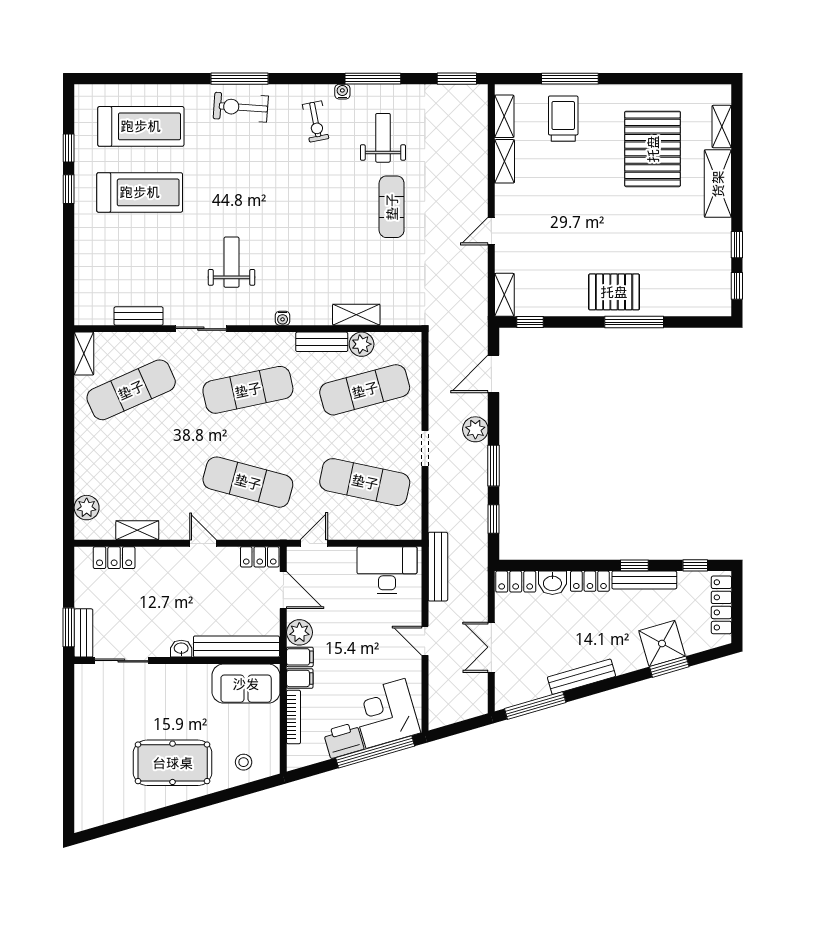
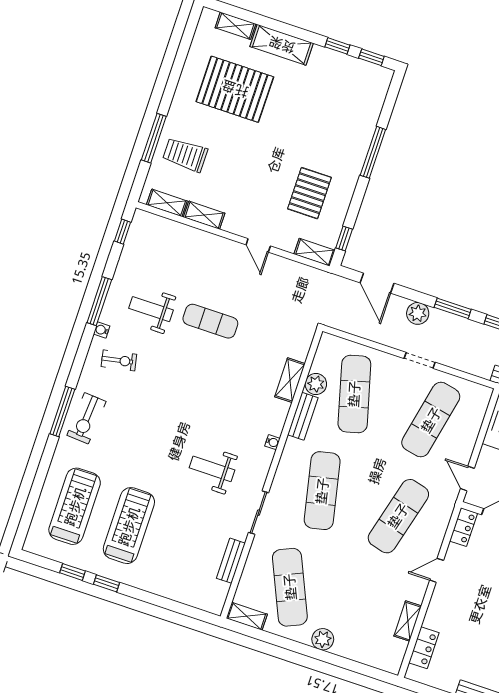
window: (457, 79) -> (123, 232), width x0.67
pallet: (614, 292) -> (309, 193), moved
plant: (87, 508) -> (323, 639), moved

